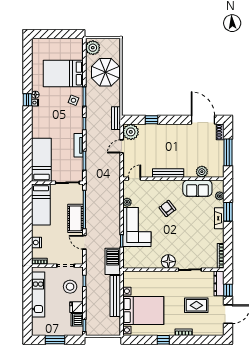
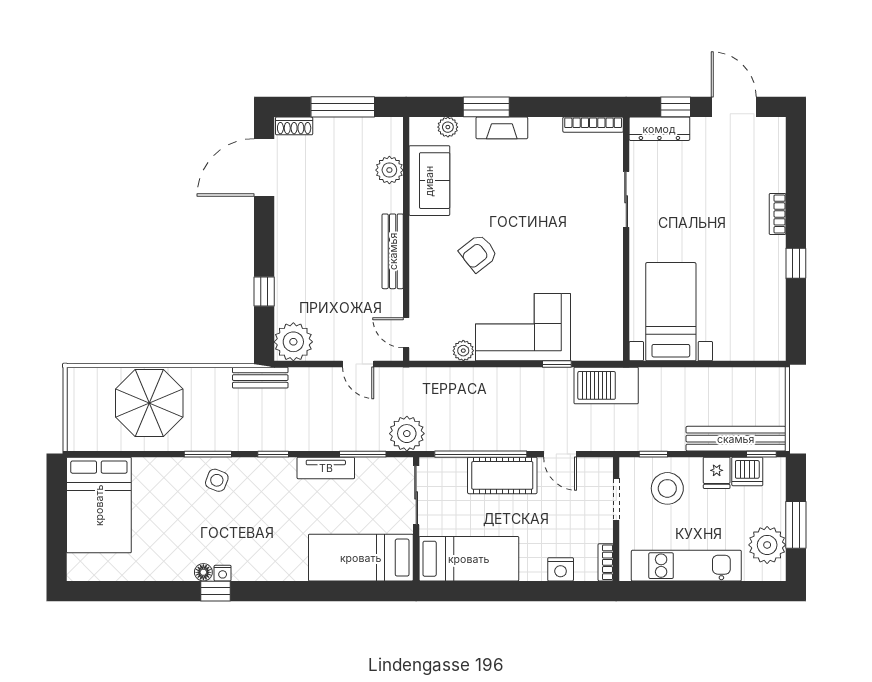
plant: (93, 48) -> (407, 434), moved
bed: (63, 73) -> (99, 505), moved
door: (122, 146) -> (358, 364), moved
door: (84, 242) -> (560, 454), hinge flipped
floor lamp: (168, 262) -> (607, 251), removed
bench: (115, 296) -> (736, 439), moved
rug: (196, 305) -> (712, 183), removed
bed with nightstands: (143, 311) -> (671, 312), moved, width x0.73
plant: (47, 328) -> (767, 545), added

